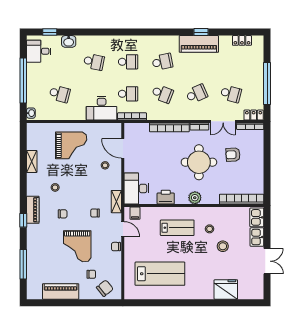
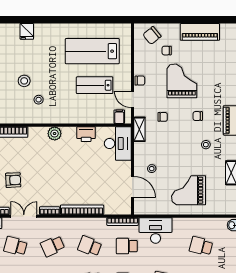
round table: (199, 162) -> (50, 172), removed
lab bench: (177, 228) -> (95, 85), moved
fridge: (226, 289) -> (27, 31), width x0.53, depth x0.75

